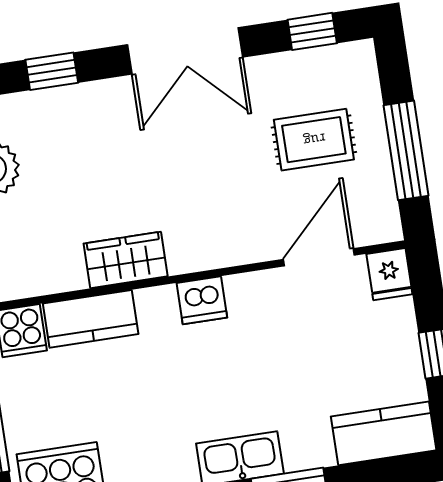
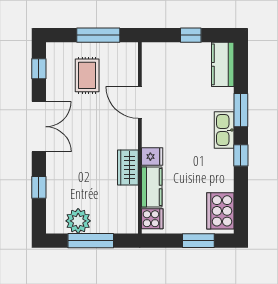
door: (319, 257) -> (140, 102), moved
fridge: (389, 274) -> (152, 157), moved
dishwasher: (202, 300) -> (151, 136), removed

